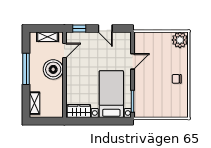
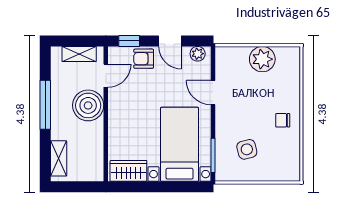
plant: (123, 37) -> (198, 54), added
armchair: (88, 40) -> (144, 59), added
plant: (180, 40) -> (262, 59), moved
door: (133, 61) -> (213, 93), swing flipped
side table: (154, 97) -> (247, 149), added

